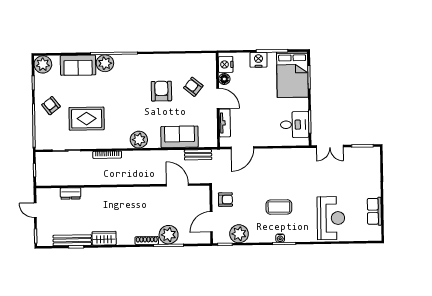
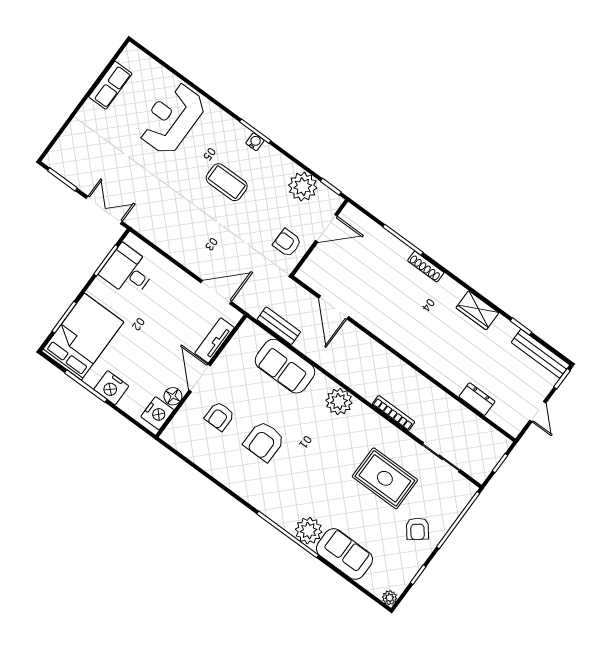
plant: (43, 64) -> (390, 598), width x0.53, depth x0.53
armchair: (193, 87) -> (220, 416), turned 51
plant: (169, 235) -> (393, 253), removed
bench: (72, 240) -> (540, 354), moved

